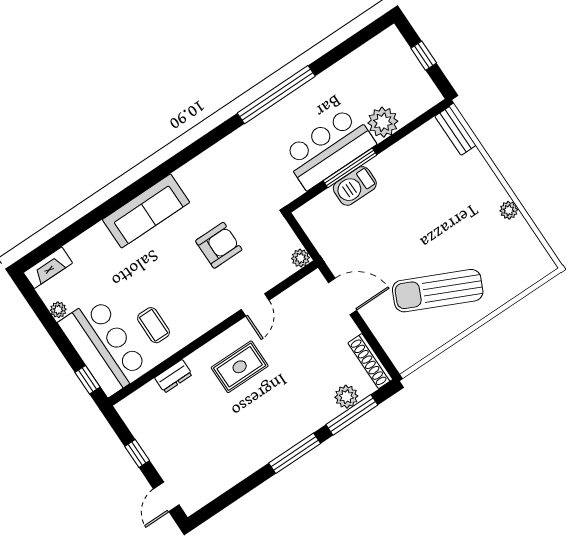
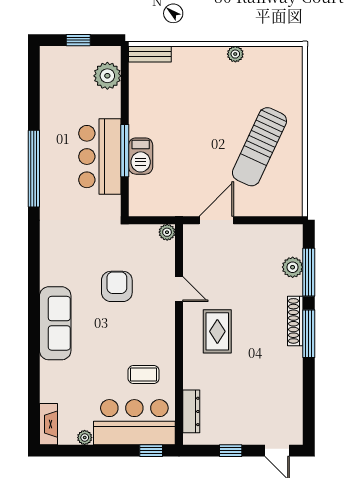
plant: (383, 122) -> (107, 76), moved
shoe rack: (370, 361) -> (295, 321), moved, turned 90
dresser: (173, 376) -> (191, 411), moved, width x1.44

